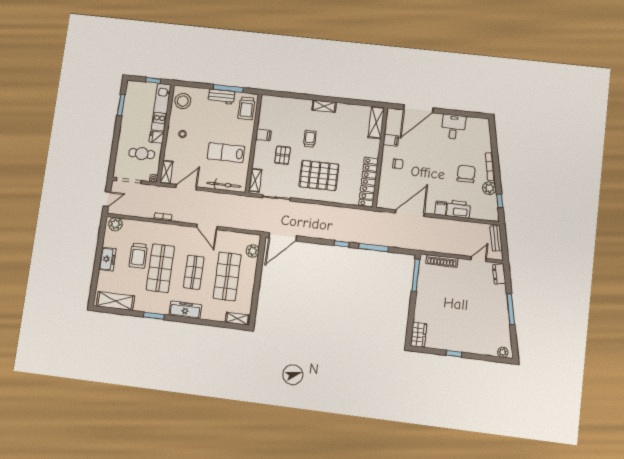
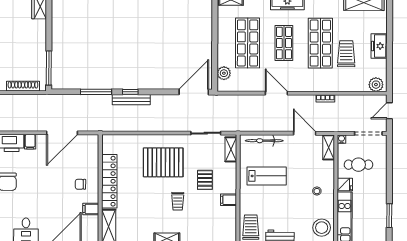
locker: (369, 182) -> (109, 181), moved
door: (186, 187) -> (305, 133), swing flipped
bench: (342, 236) -> (131, 100), added

